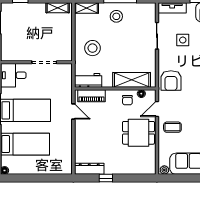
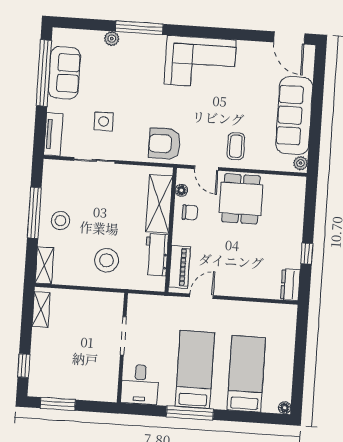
workbench: (88, 80) -> (156, 255), moved
armchair: (171, 81) -> (164, 144), turned 180
dresser: (89, 169) -> (290, 285), width x0.70

